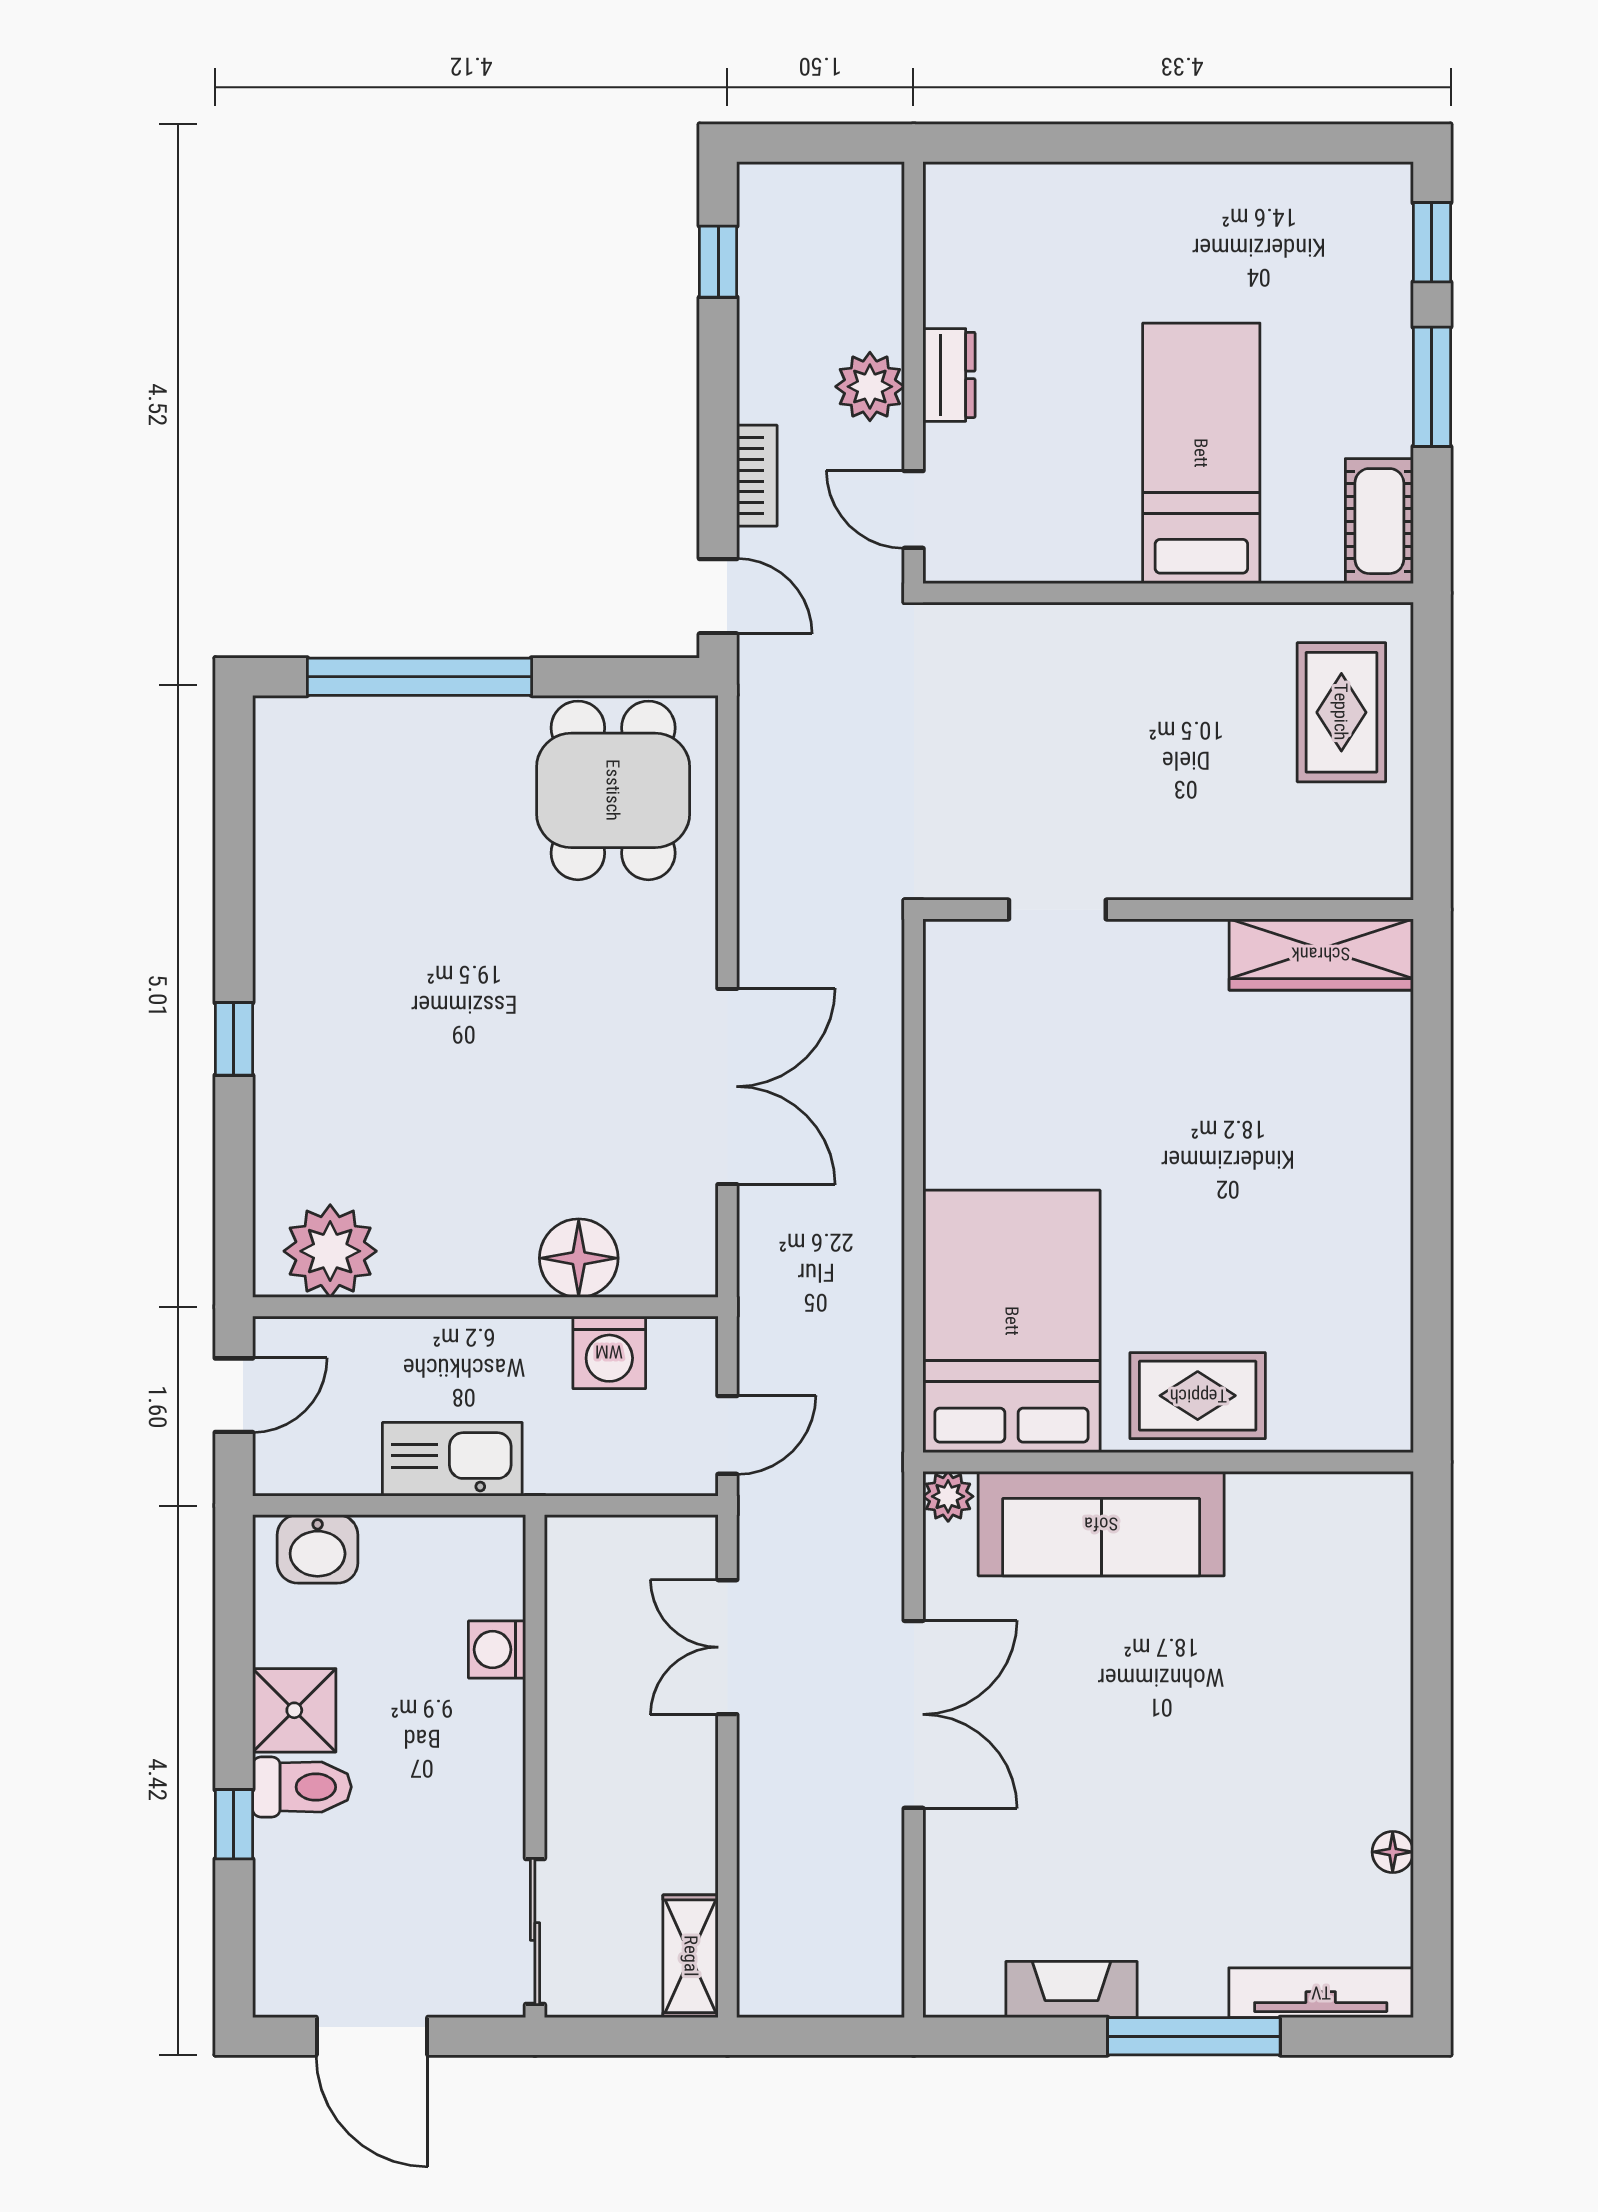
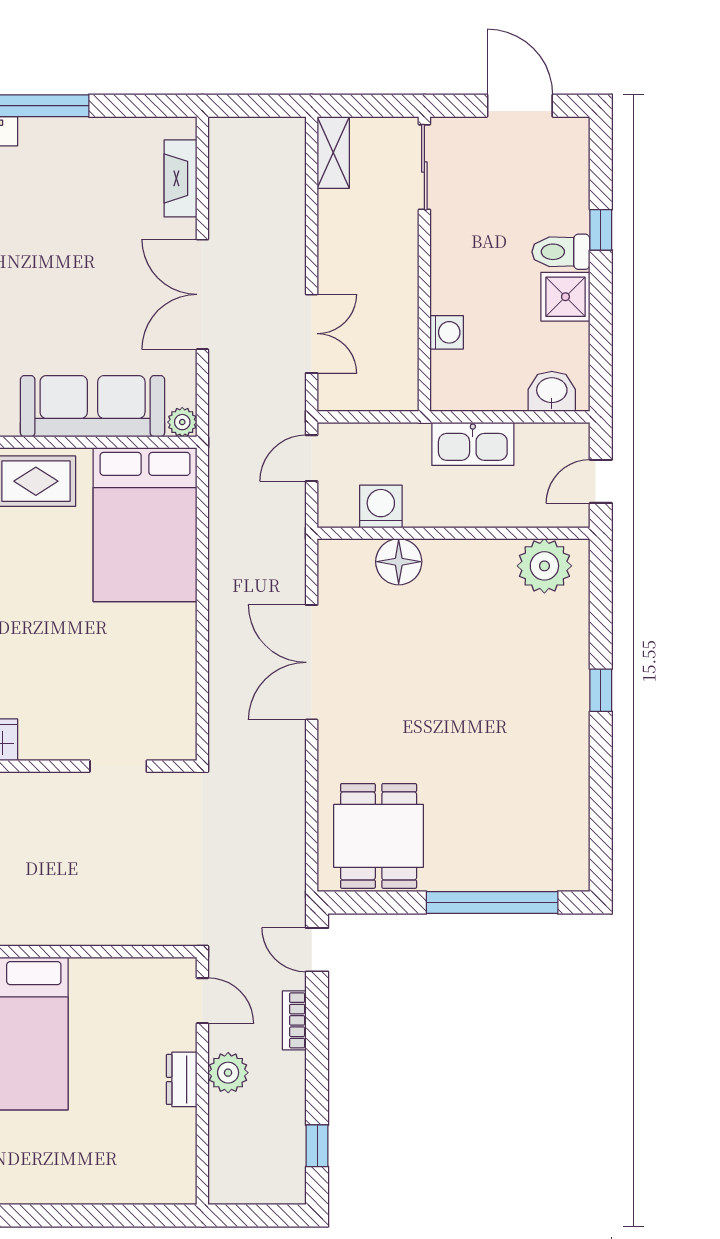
fireplace: (1071, 1989) -> (180, 178), moved, turned 90

